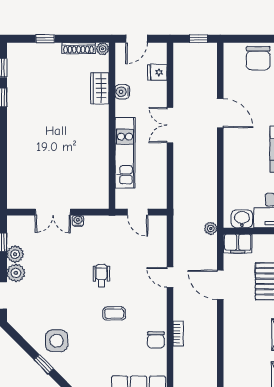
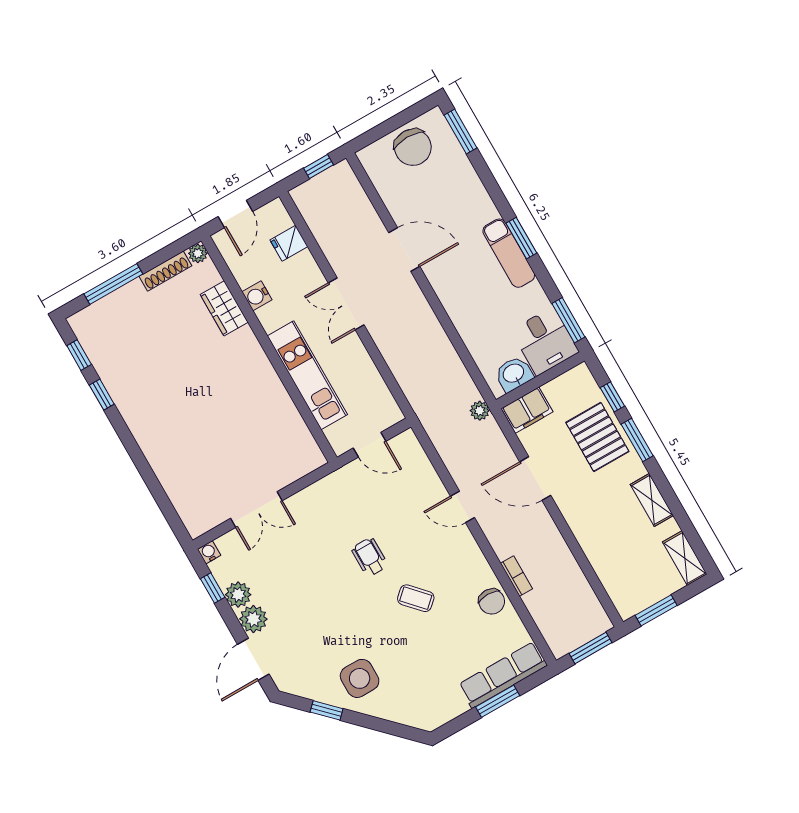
window: (45, 39) -> (113, 284), width x2.17
water cooler: (78, 221) -> (209, 552), moved
coffee table: (114, 314) -> (416, 598), turned 47
window: (44, 364) -> (327, 710), moved

